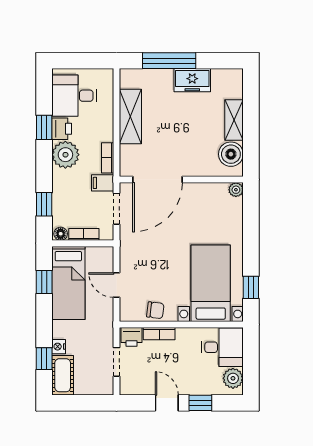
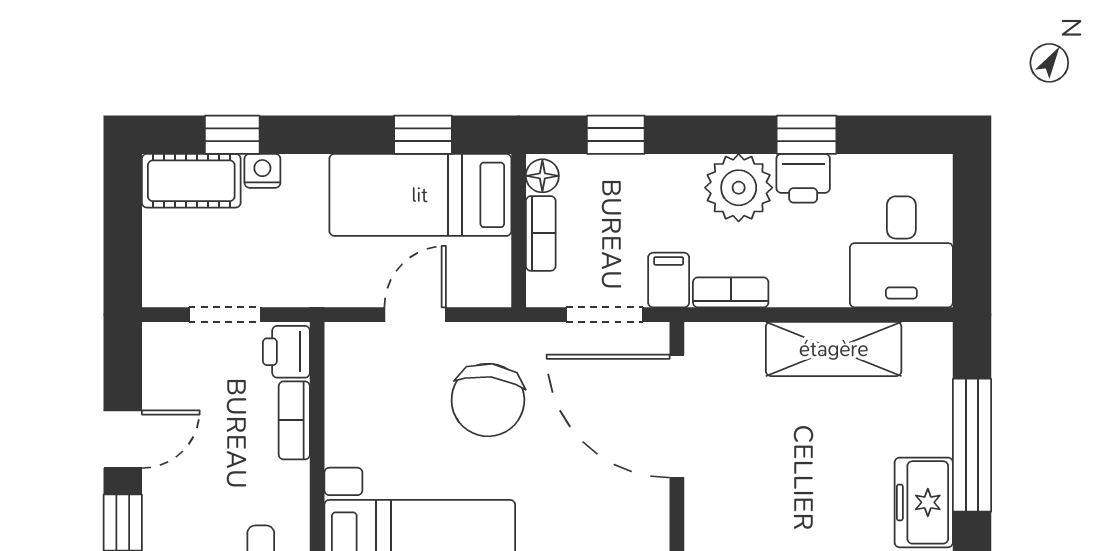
desk: (74, 96) -> (901, 252), moved, turned 180
chair: (155, 310) -> (488, 400), moved, width x1.87, depth x1.87

